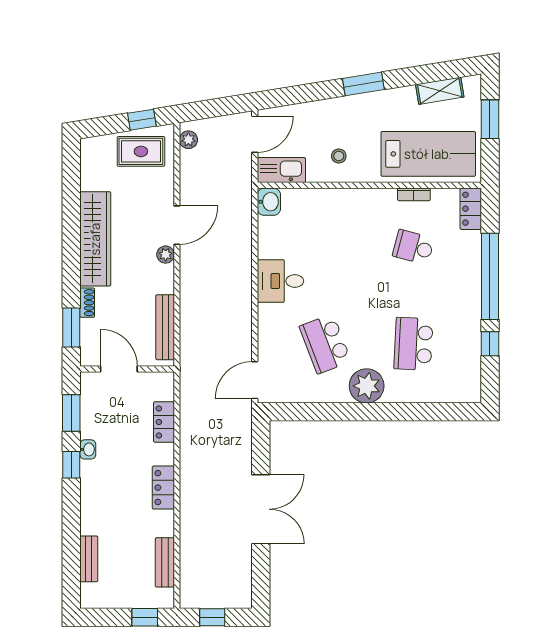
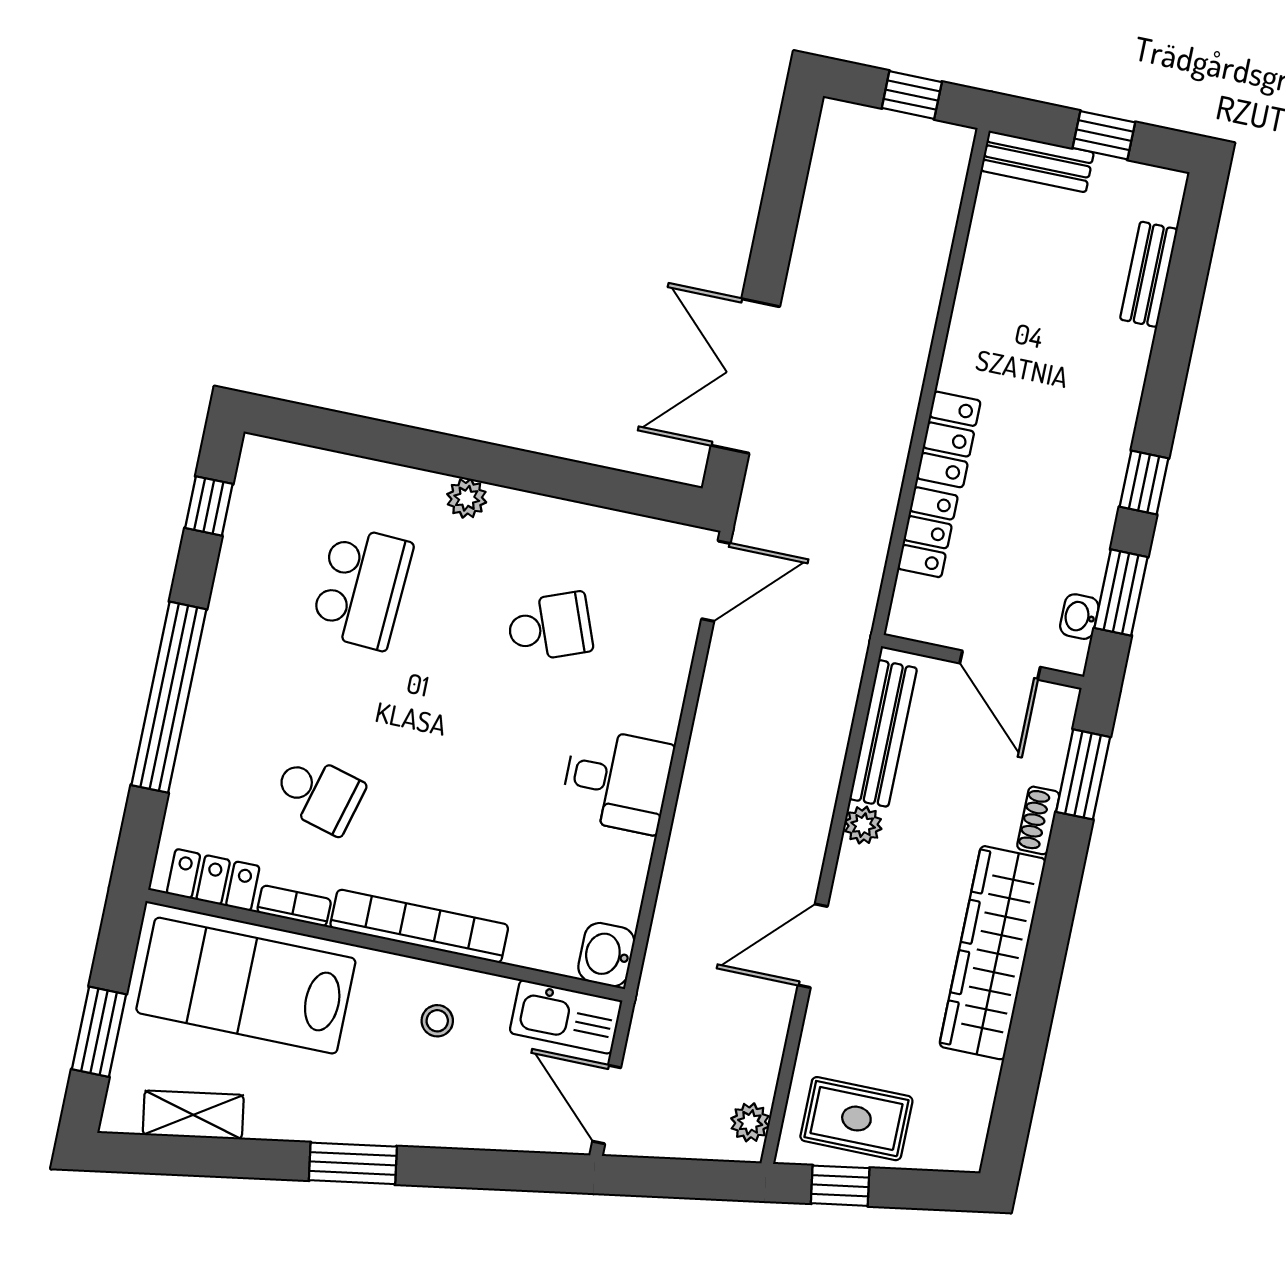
door: (255, 134) -> (607, 1105), hinge flipped
bookcase: (356, 197) -> (419, 926), added
locker: (471, 209) -> (213, 880), moved, turned -90
plant: (166, 255) -> (863, 825), moved
school desk: (325, 344) -> (550, 627), width x0.54
window: (490, 344) -> (209, 506), moved
plant: (367, 386) -> (467, 498), width x0.53, depth x0.53
washbasin: (88, 449) -> (1079, 617), moved
locker: (163, 488) -> (949, 439), moved
double door: (261, 509) -> (745, 376), moved
bench: (165, 562) -> (1037, 161), moved, turned 90
window: (145, 617) -> (1104, 135), moved

